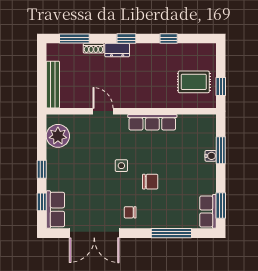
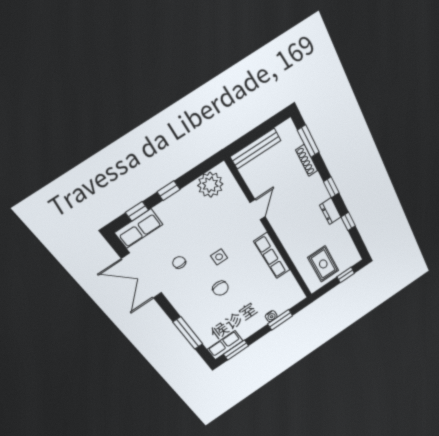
shoe rack: (93, 48) -> (307, 160), width x1.43
dresser: (117, 50) -> (330, 211), moved
window: (221, 87) -> (346, 275), moved
chair: (130, 212) -> (179, 262), moved

